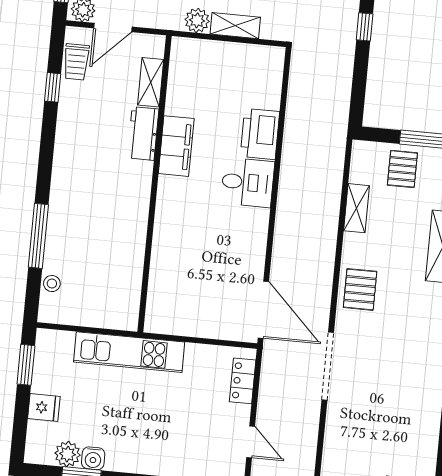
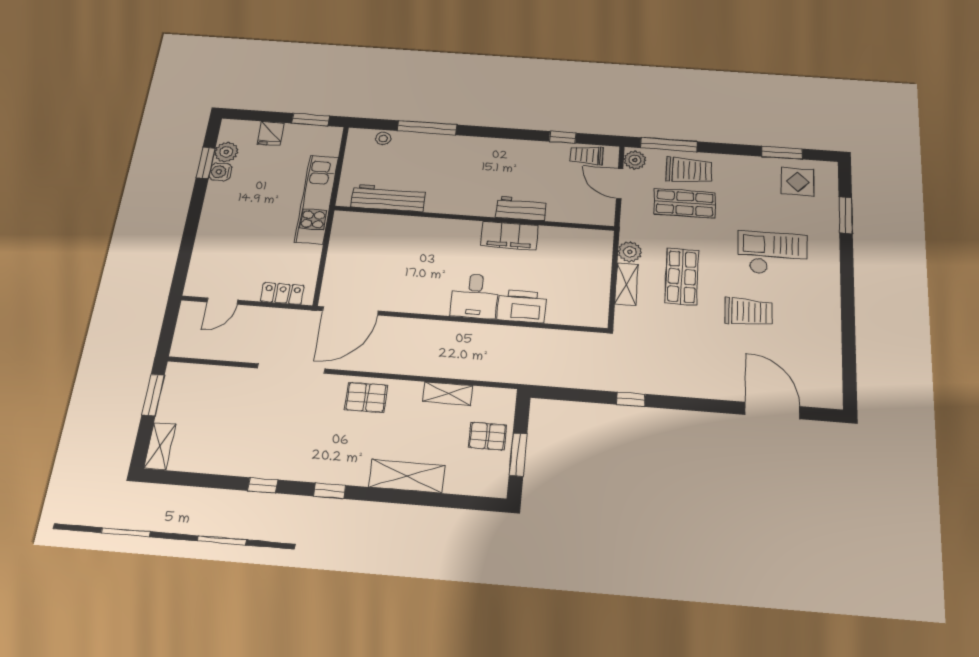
shelving: (151, 82) -> (570, 214), removed
workbench: (128, 275) -> (388, 198), added

